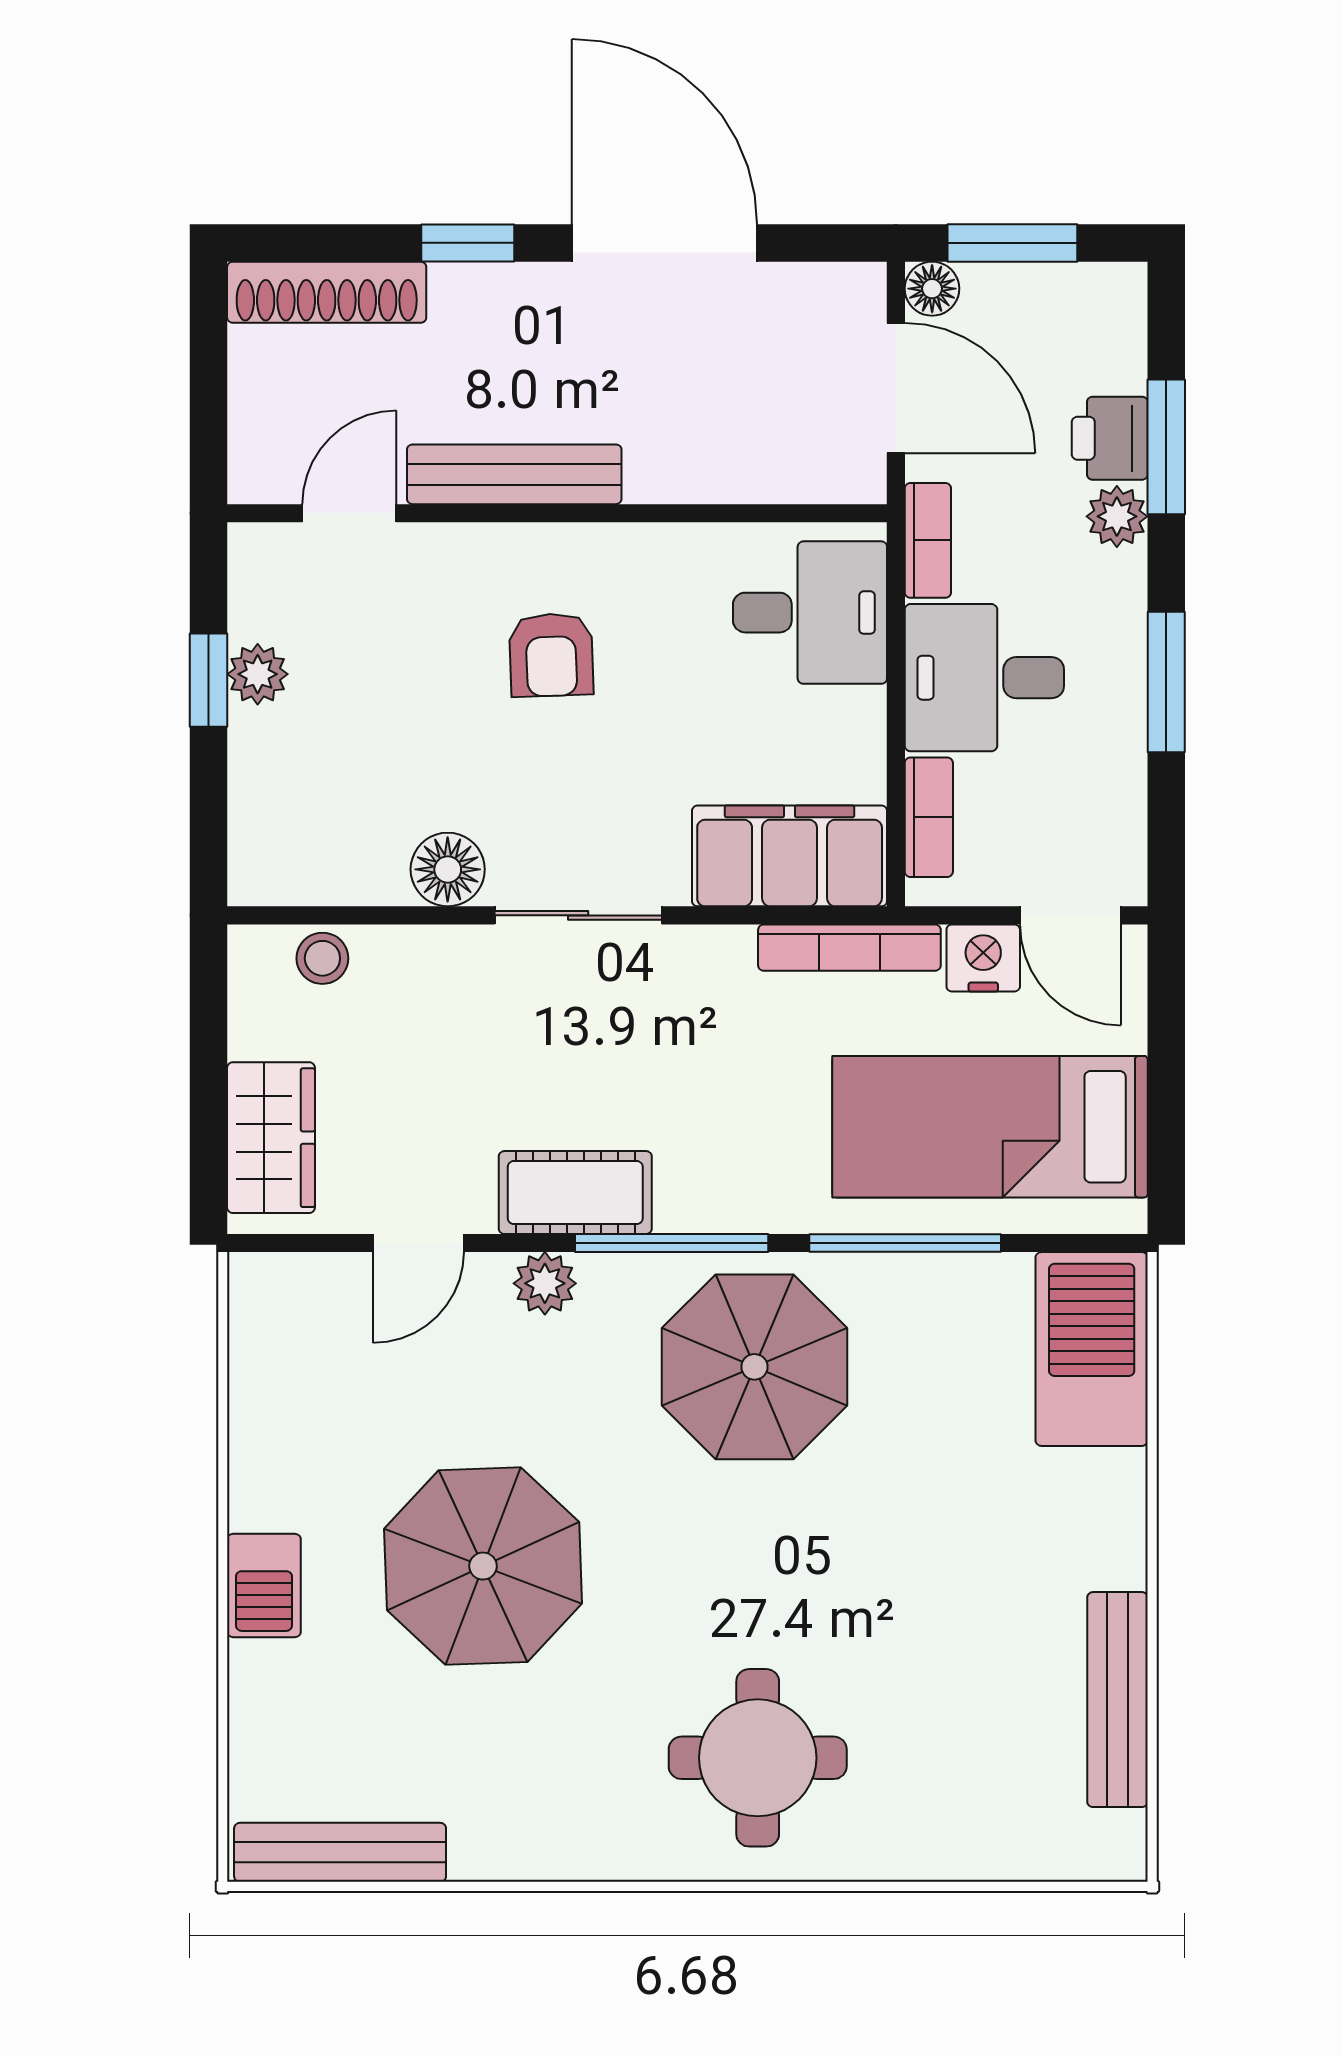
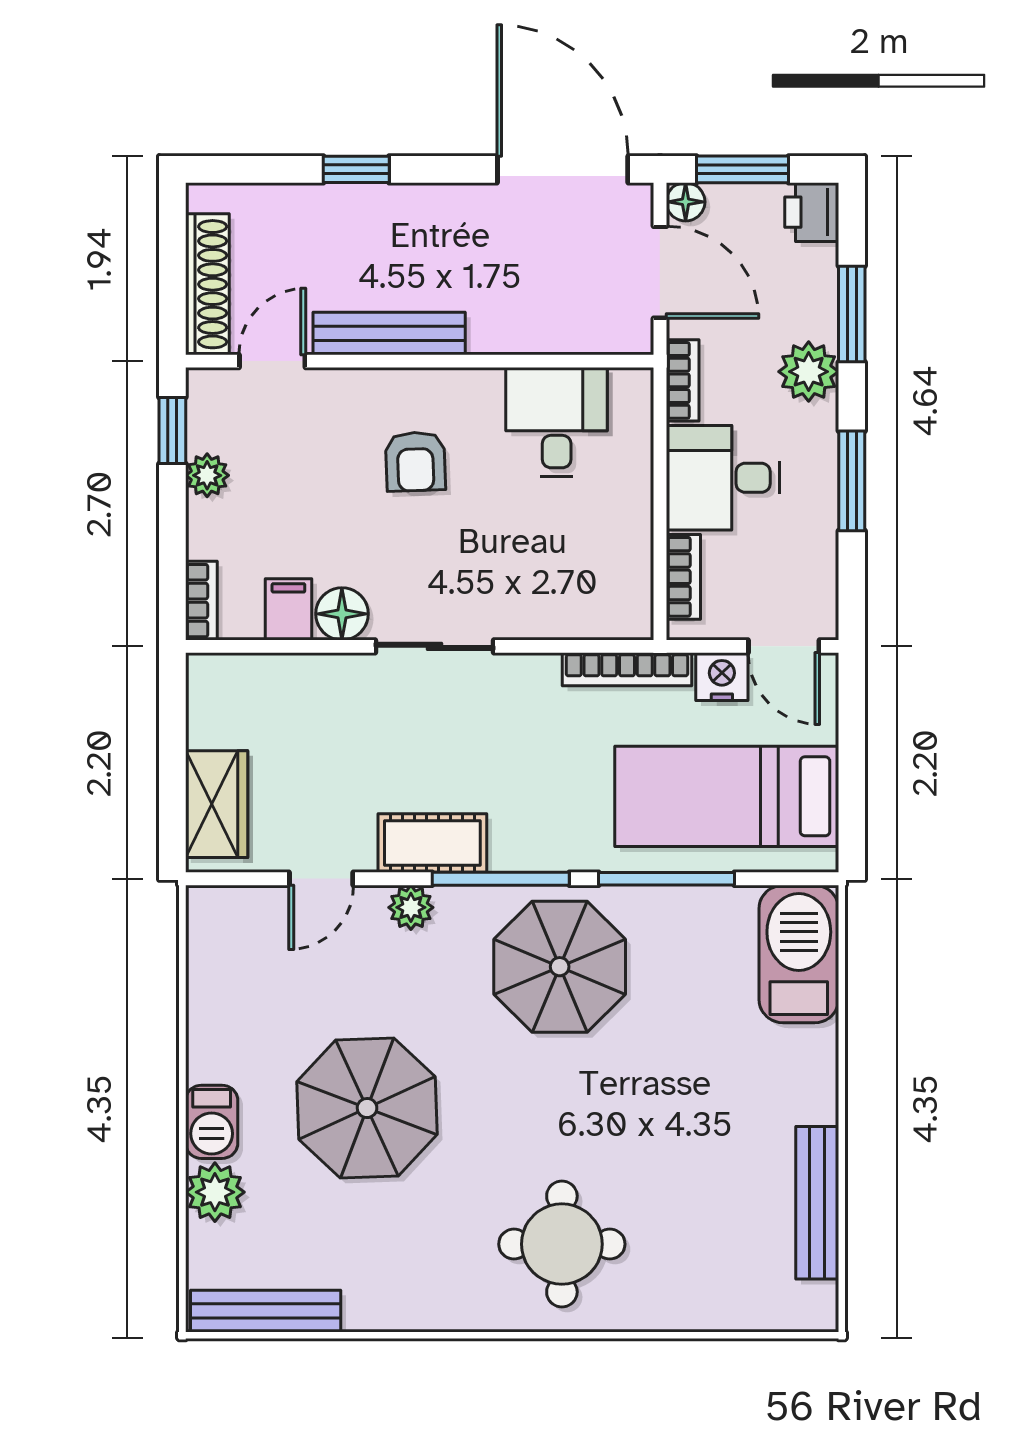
door: (665, 243) -> (563, 169), moved
shoe rack: (327, 292) -> (207, 284), moved, turned -90
printer: (1110, 438) -> (812, 212), moved
plant: (1117, 516) -> (809, 372), width x1.38, depth x1.38
desk: (810, 613) -> (557, 422), moved, turned -90
window: (209, 680) -> (172, 431), moved
bookcase: (249, 851) -> (201, 601), added
filing cabinet: (790, 856) -> (288, 609), moved, width x0.33, depth x0.86
stool: (322, 958) -> (253, 677), removed
plant: (269, 1685) -> (215, 1192), added

